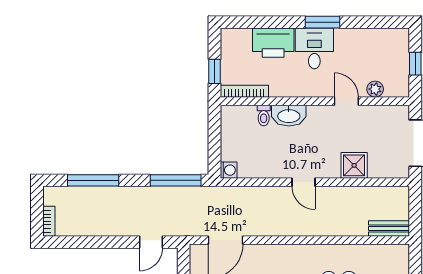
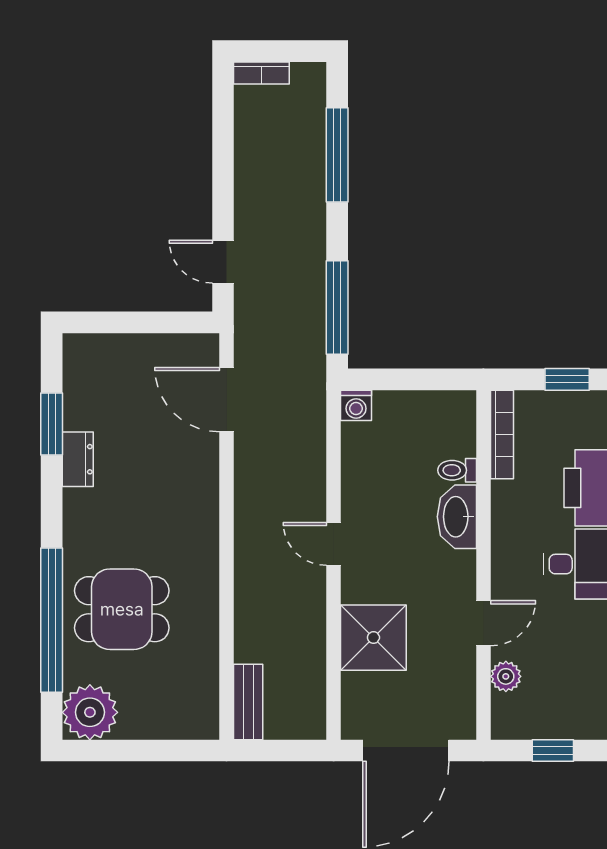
window: (215, 71) -> (567, 379), moved
shower: (354, 165) -> (373, 638), width x1.36, depth x1.36
door: (303, 182) -> (334, 544), hinge flipped

